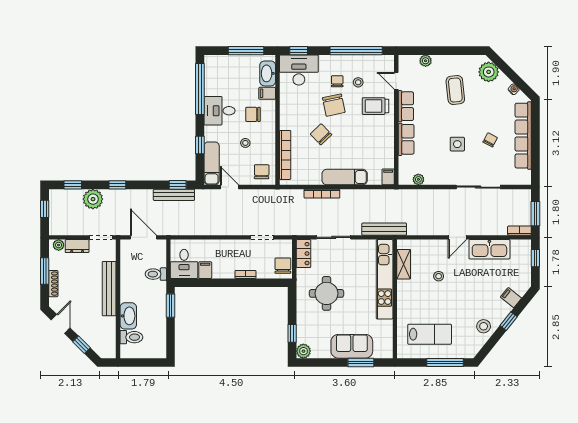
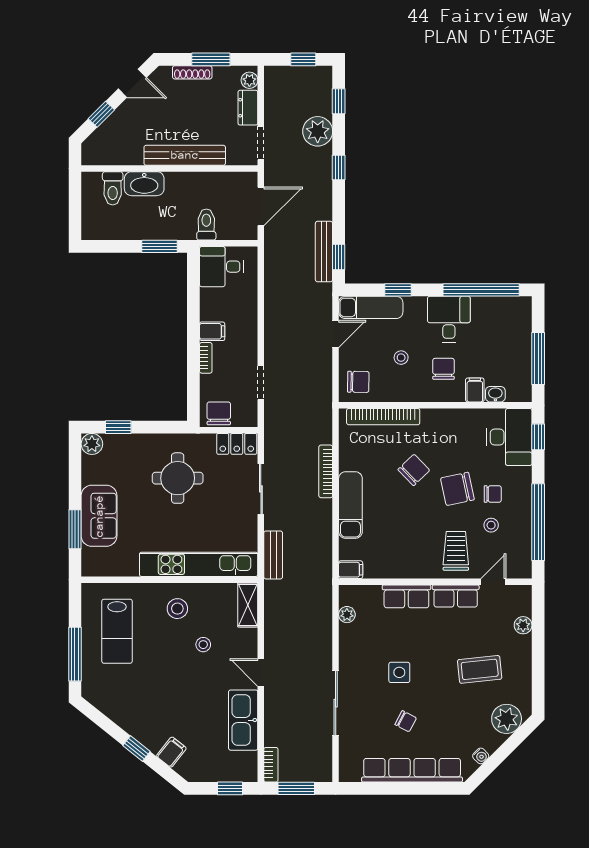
washbasin: (268, 73) -> (495, 394), width x0.52, depth x0.69
bench: (384, 229) -> (273, 555), width x0.73
shelving: (404, 264) -> (248, 605), moved, turned 90
chair: (283, 266) -> (219, 413), turned -90
filing cabinet: (205, 270) -> (212, 331), moved
stool: (484, 326) -> (177, 609), moved

